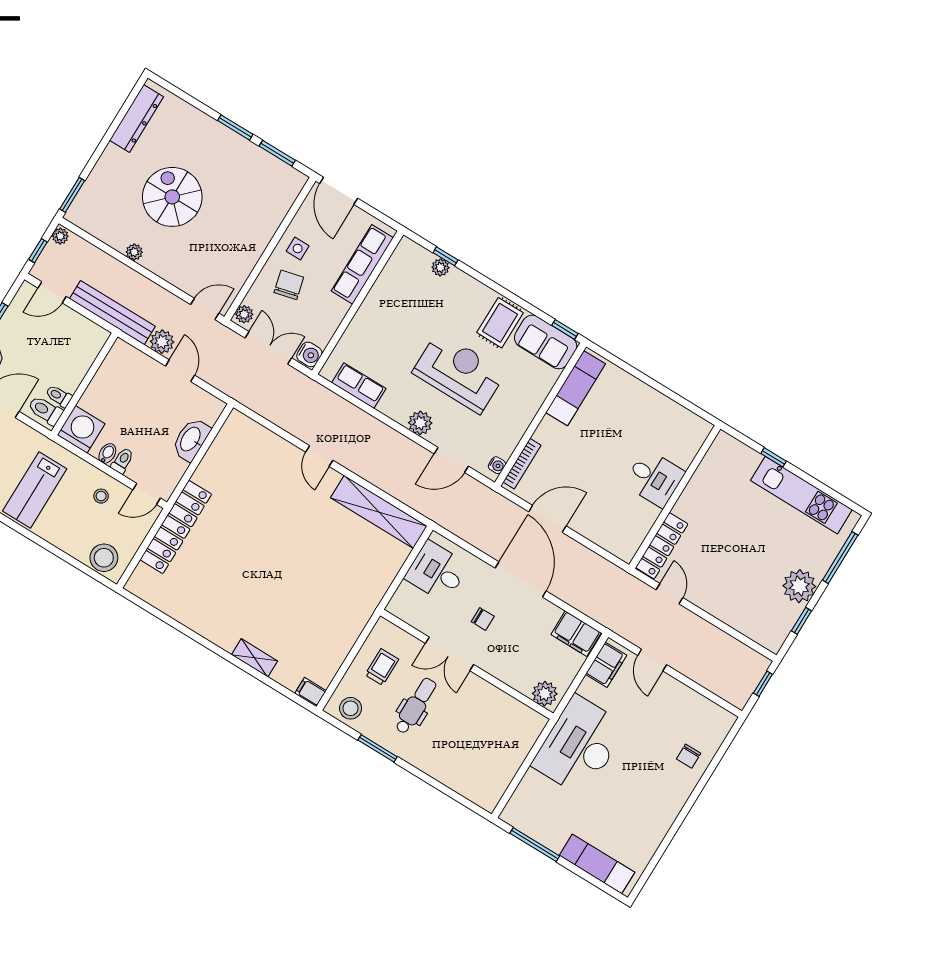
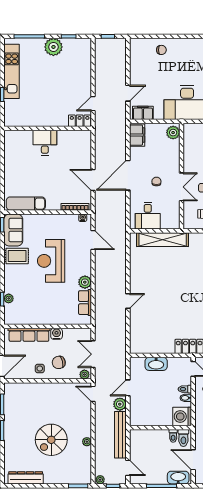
water cooler: (309, 354) -> (57, 334), moved
plant: (420, 423) -> (85, 282), moved
shelving: (379, 512) -> (163, 240), moved, turned 90
locker: (662, 546) -> (80, 121), width x0.66

